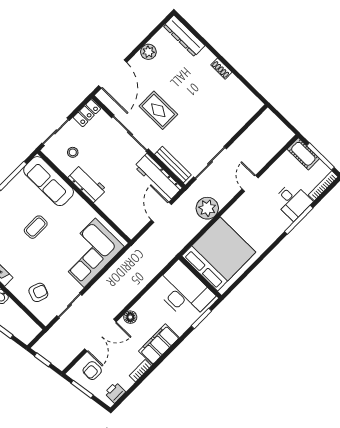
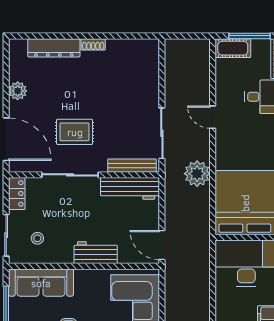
dresser: (184, 36) -> (54, 48), moved
workbench: (87, 184) -> (96, 253), moved
door: (161, 212) -> (162, 245), moved

